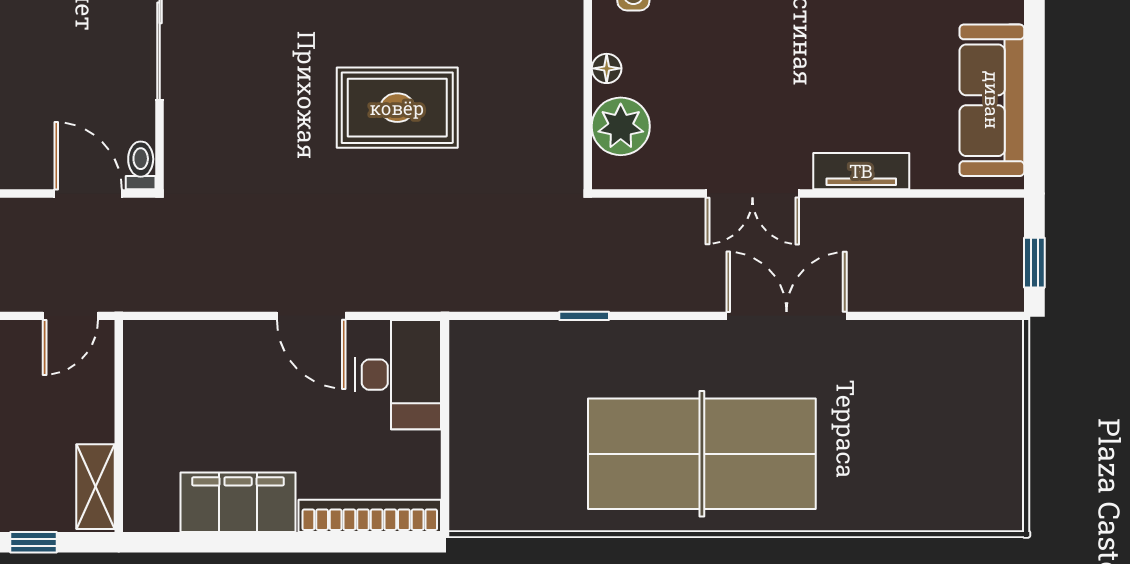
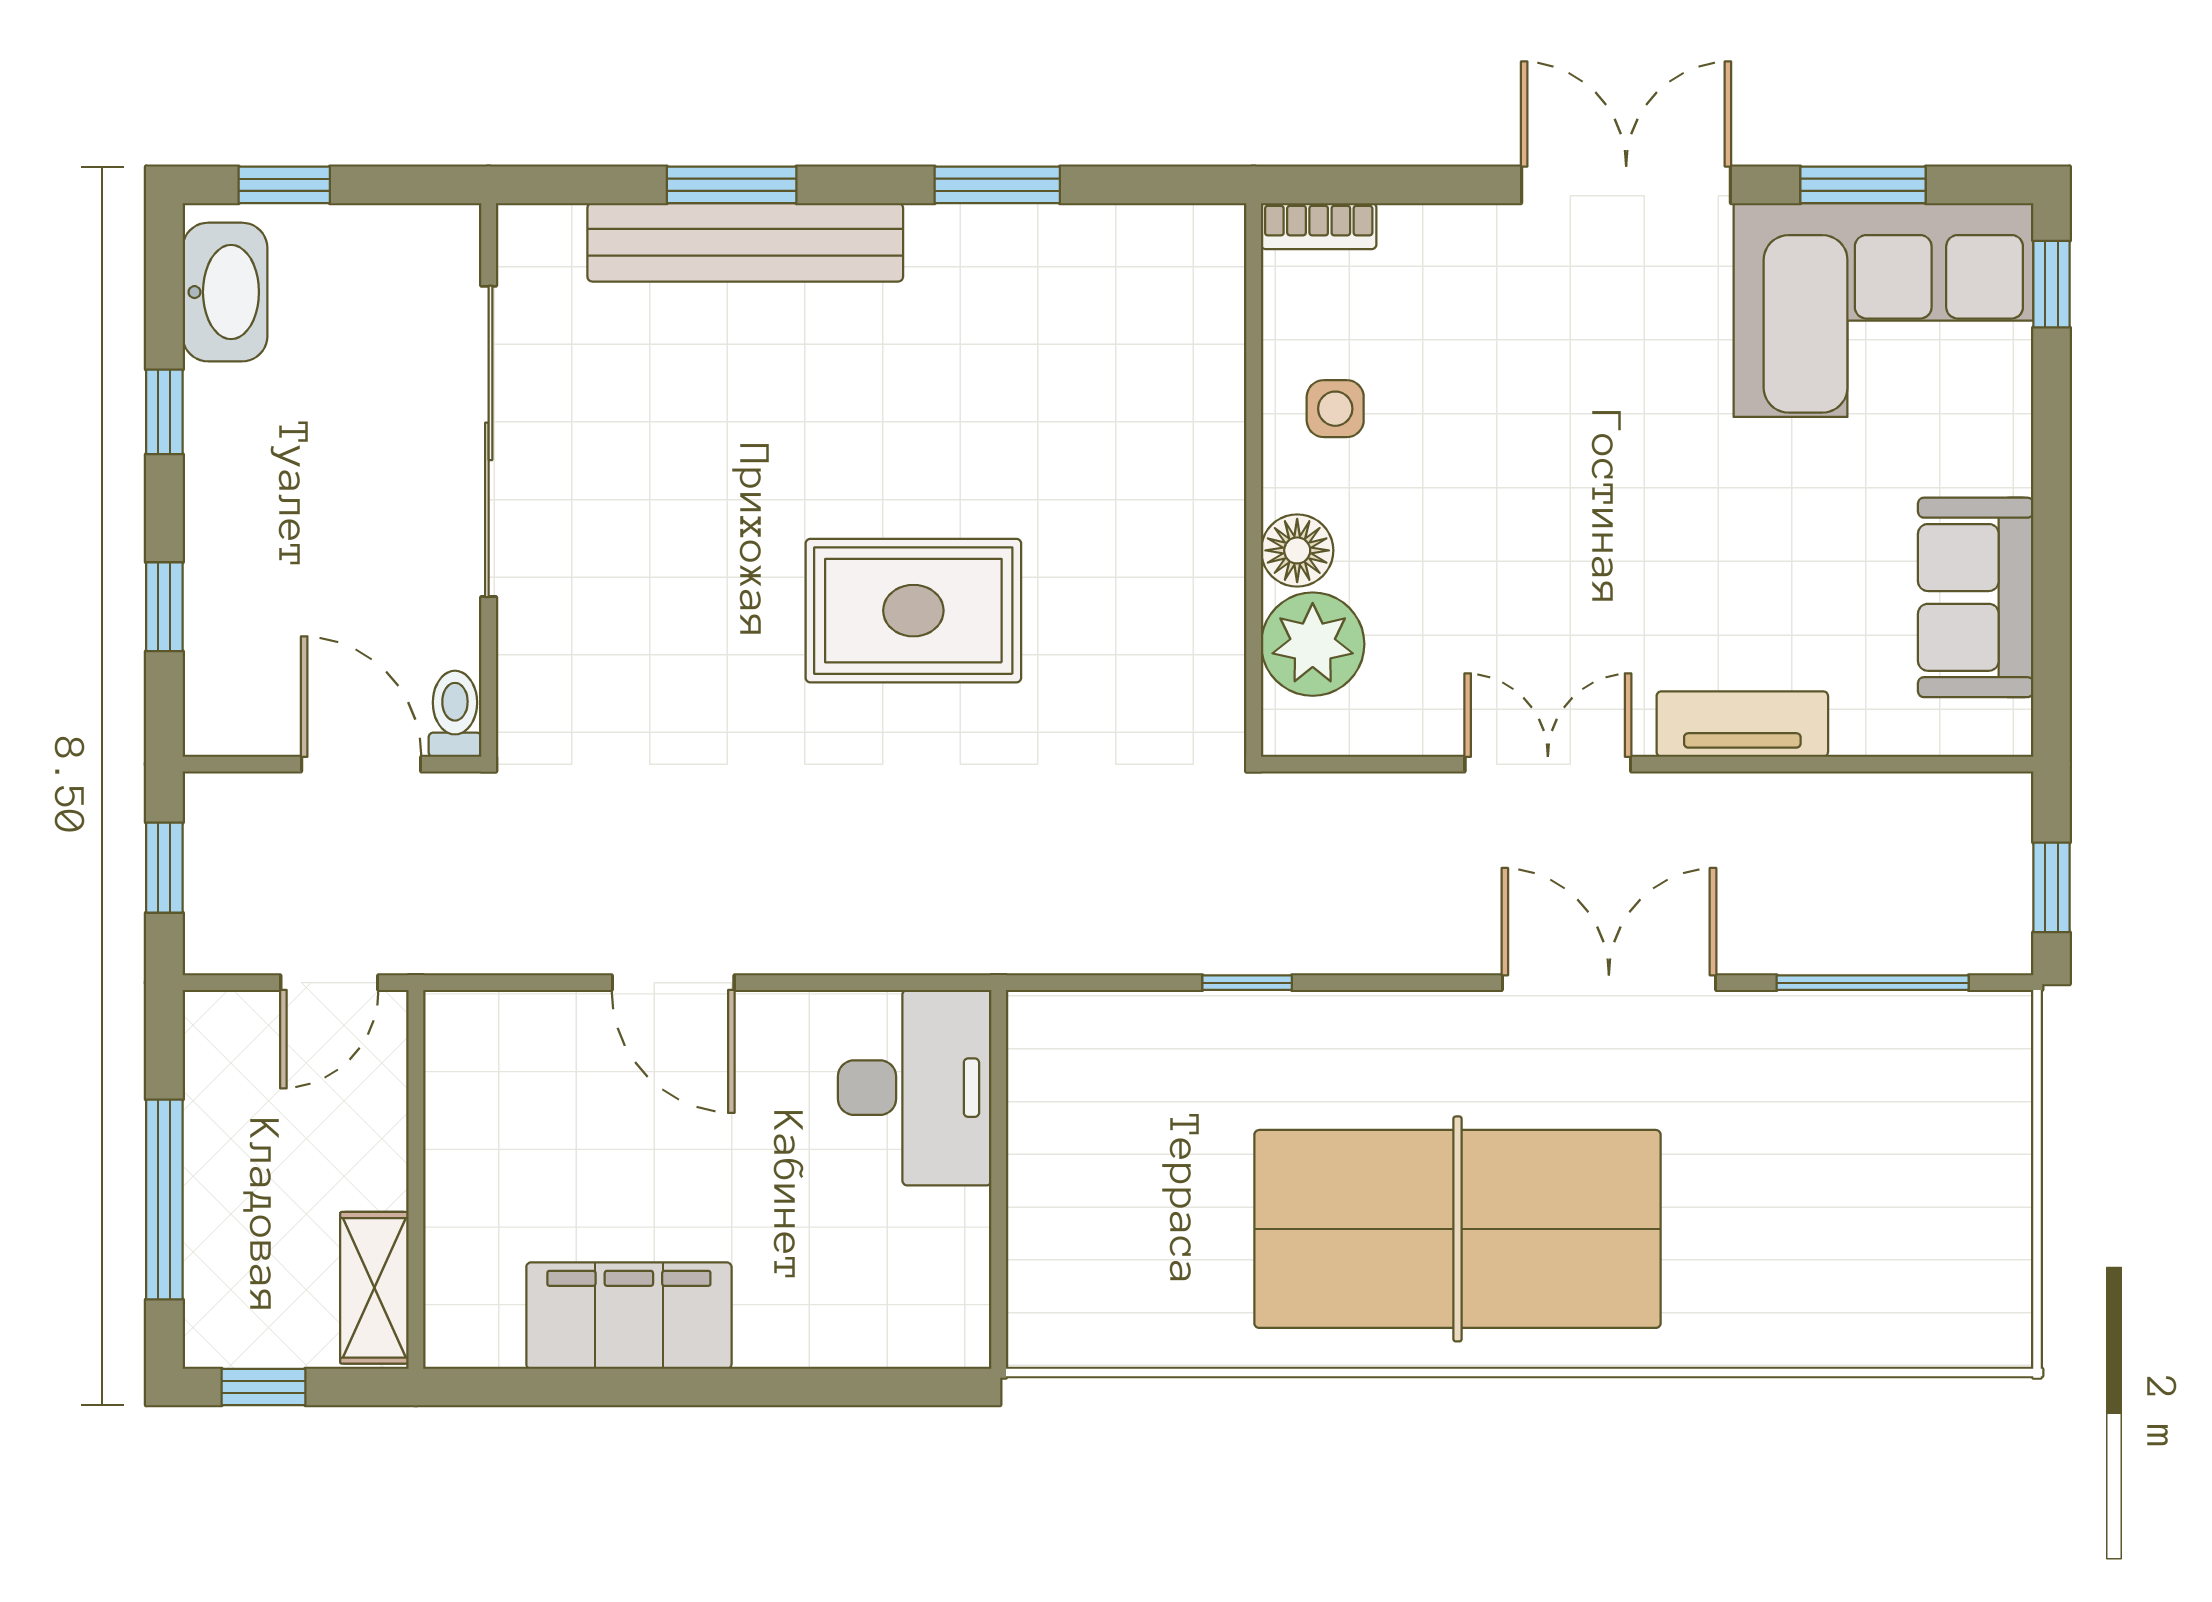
floor lamp: (607, 68) -> (1297, 550), width x1.37, depth x1.37
sofa: (992, 100) -> (1976, 597), width x0.73
double door: (752, 194) -> (1548, 764), swing flipped
door: (311, 316) -> (673, 983), moved
window: (934, 316) -> (1873, 983), added
bookcase: (370, 516) -> (864, 1340), removed

